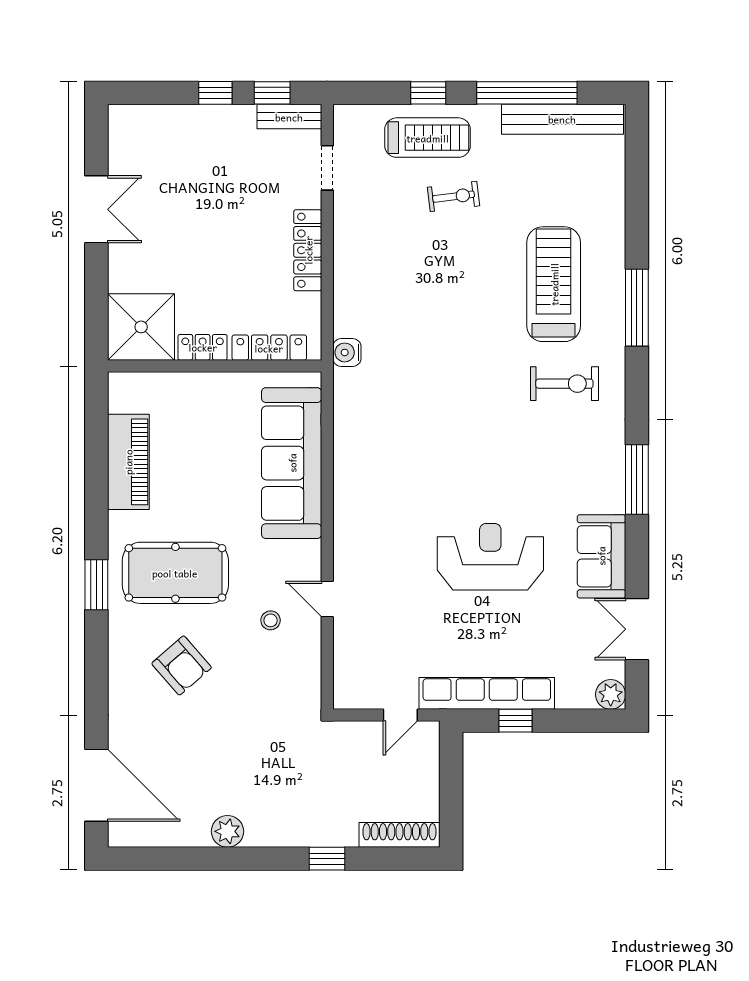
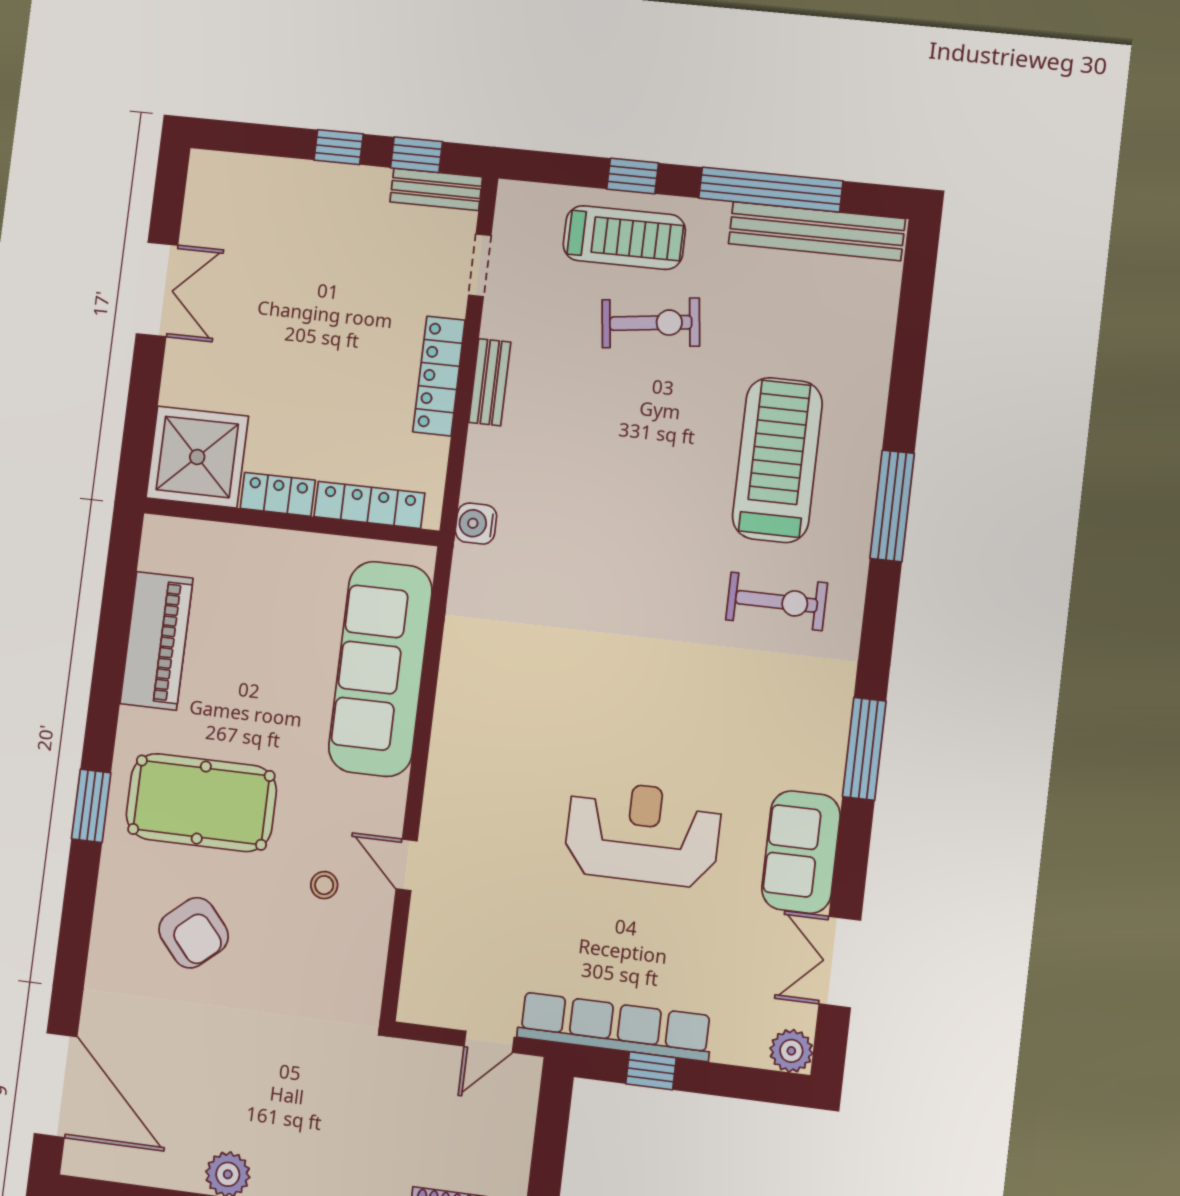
exercise bike: (453, 197) -> (651, 323), width x1.38, depth x1.39
bench: (344, 251) -> (490, 382), added

